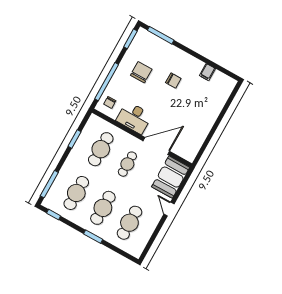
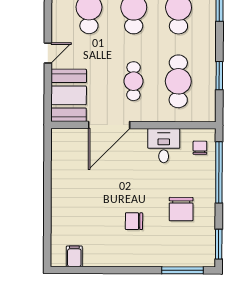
filing cabinet: (207, 72) -> (74, 256), moved
desk: (134, 118) -> (164, 146), width x0.73
door: (169, 209) -> (48, 53), hinge flipped

